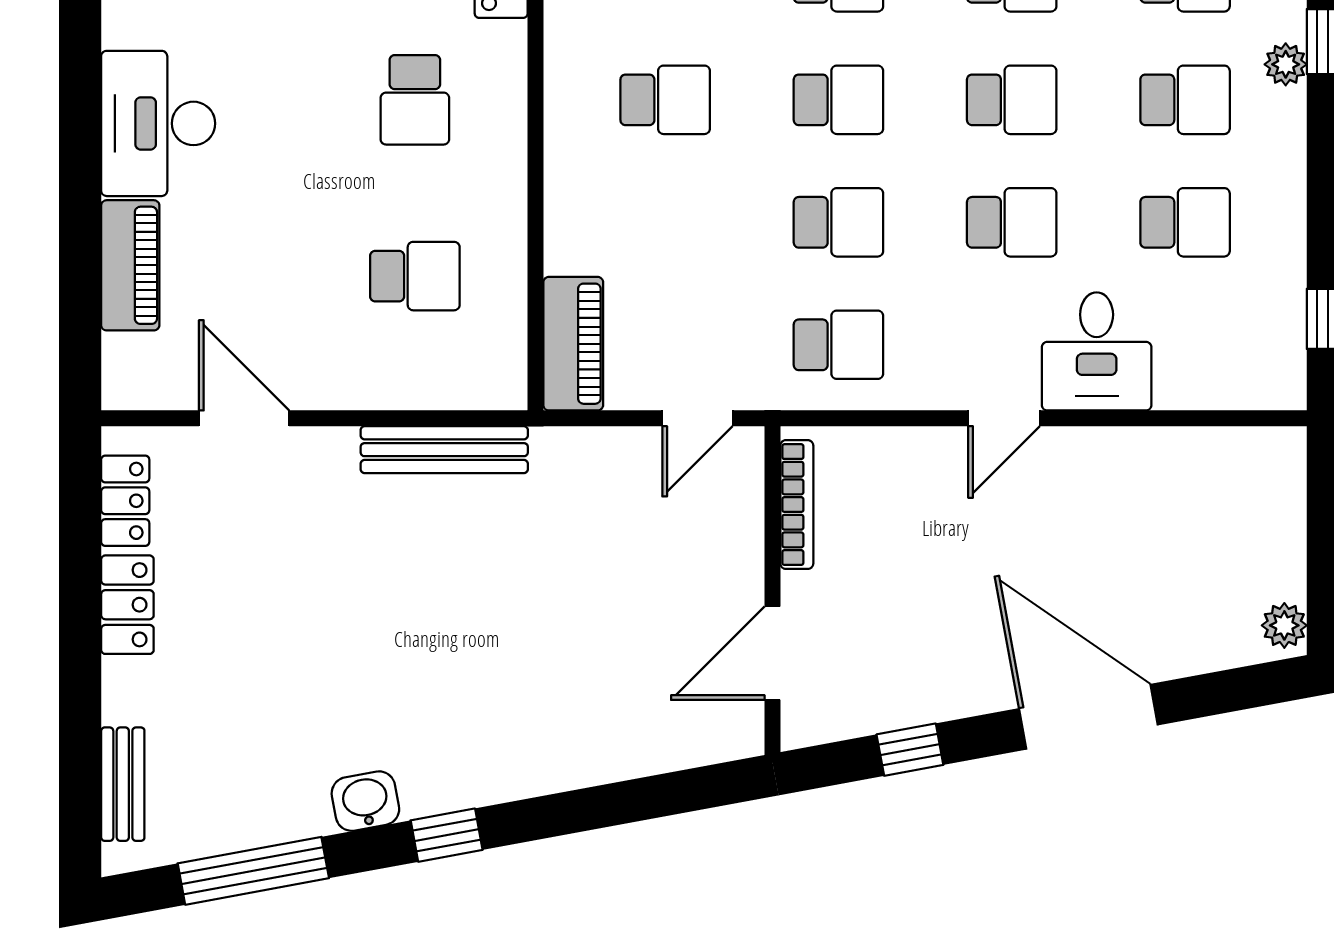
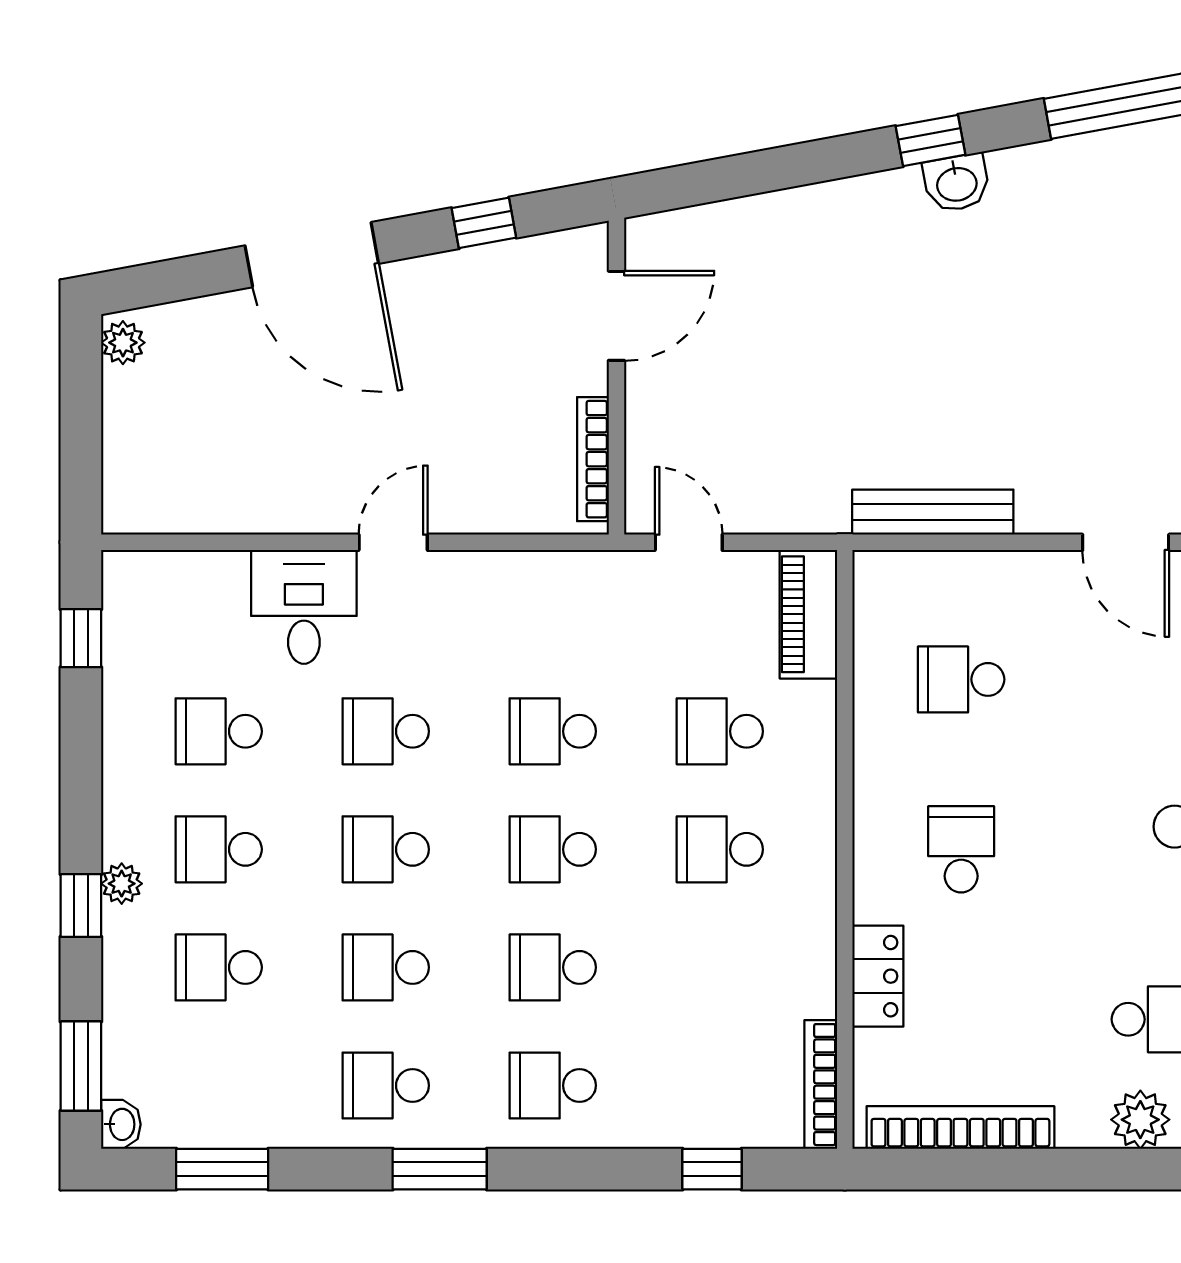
school desk: (838, 345) -> (720, 731), moved
door: (697, 418) -> (689, 542), hinge flipped
washbasin: (365, 801) -> (957, 183), moved

